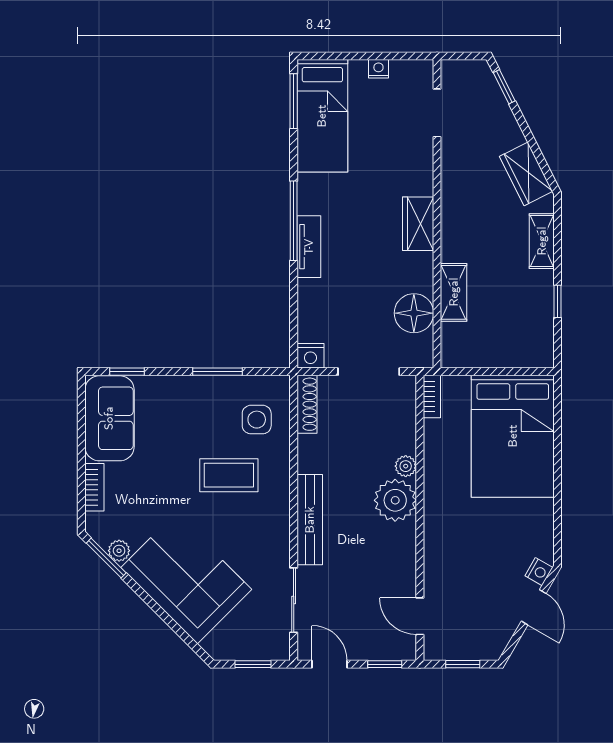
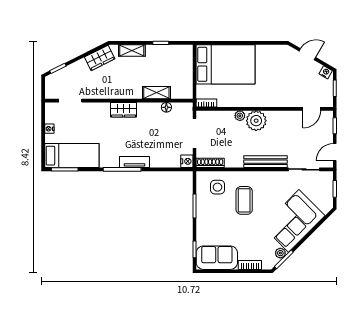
floor lamp: (414, 313) -> (166, 107), width x0.53, depth x0.53
nightstand: (539, 572) -> (326, 72), moved

